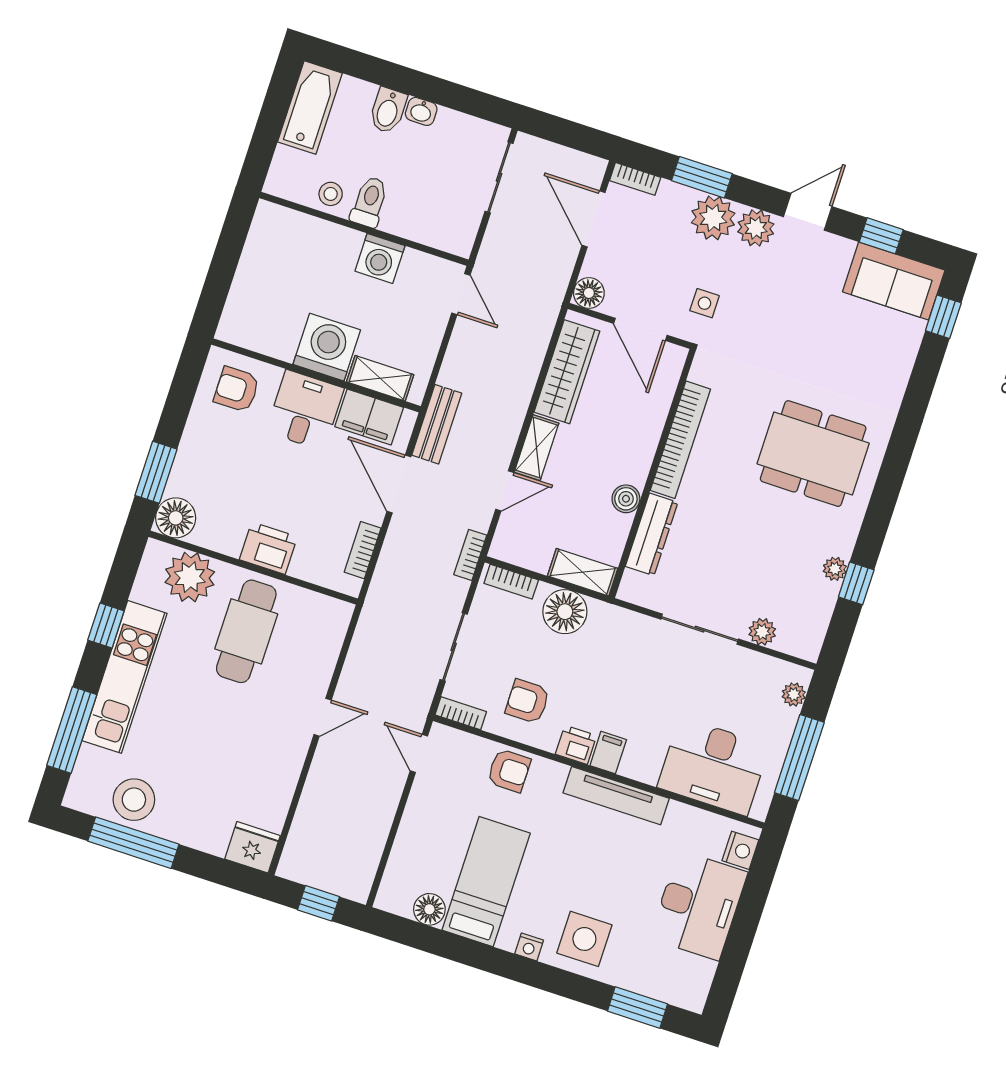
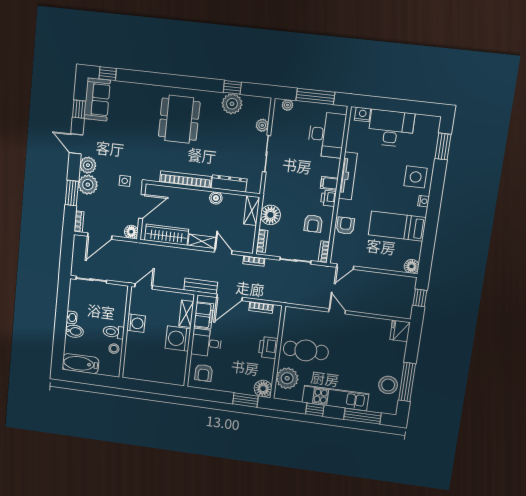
plant: (835, 569) -> (232, 104), width x1.88, depth x1.88
floor lamp: (429, 909) -> (412, 266), moved

